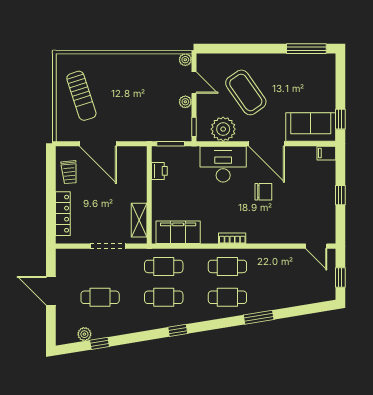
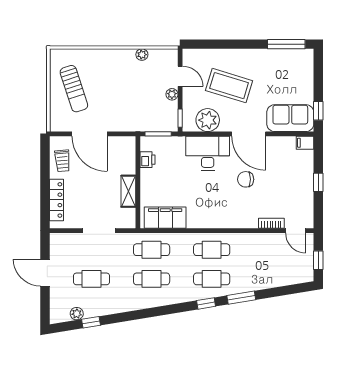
plant: (185, 60) -> (142, 55), moved
coffee table: (246, 92) -> (229, 86), turned -38
chair: (263, 192) -> (246, 179), turned 180
shelving: (139, 220) -> (128, 191), moved
bookcase: (232, 238) -> (271, 223), moved
window: (178, 330) -> (206, 303), moved

